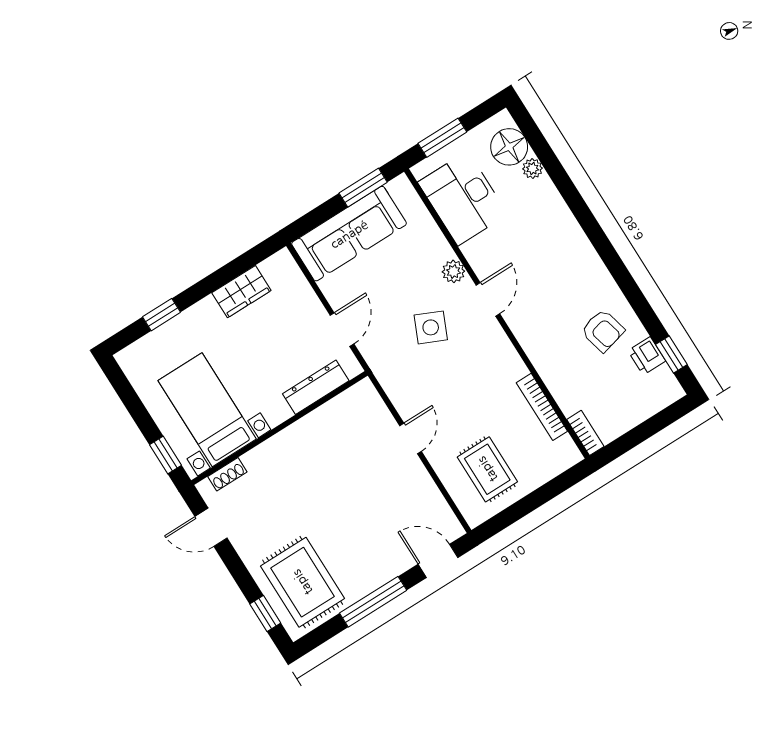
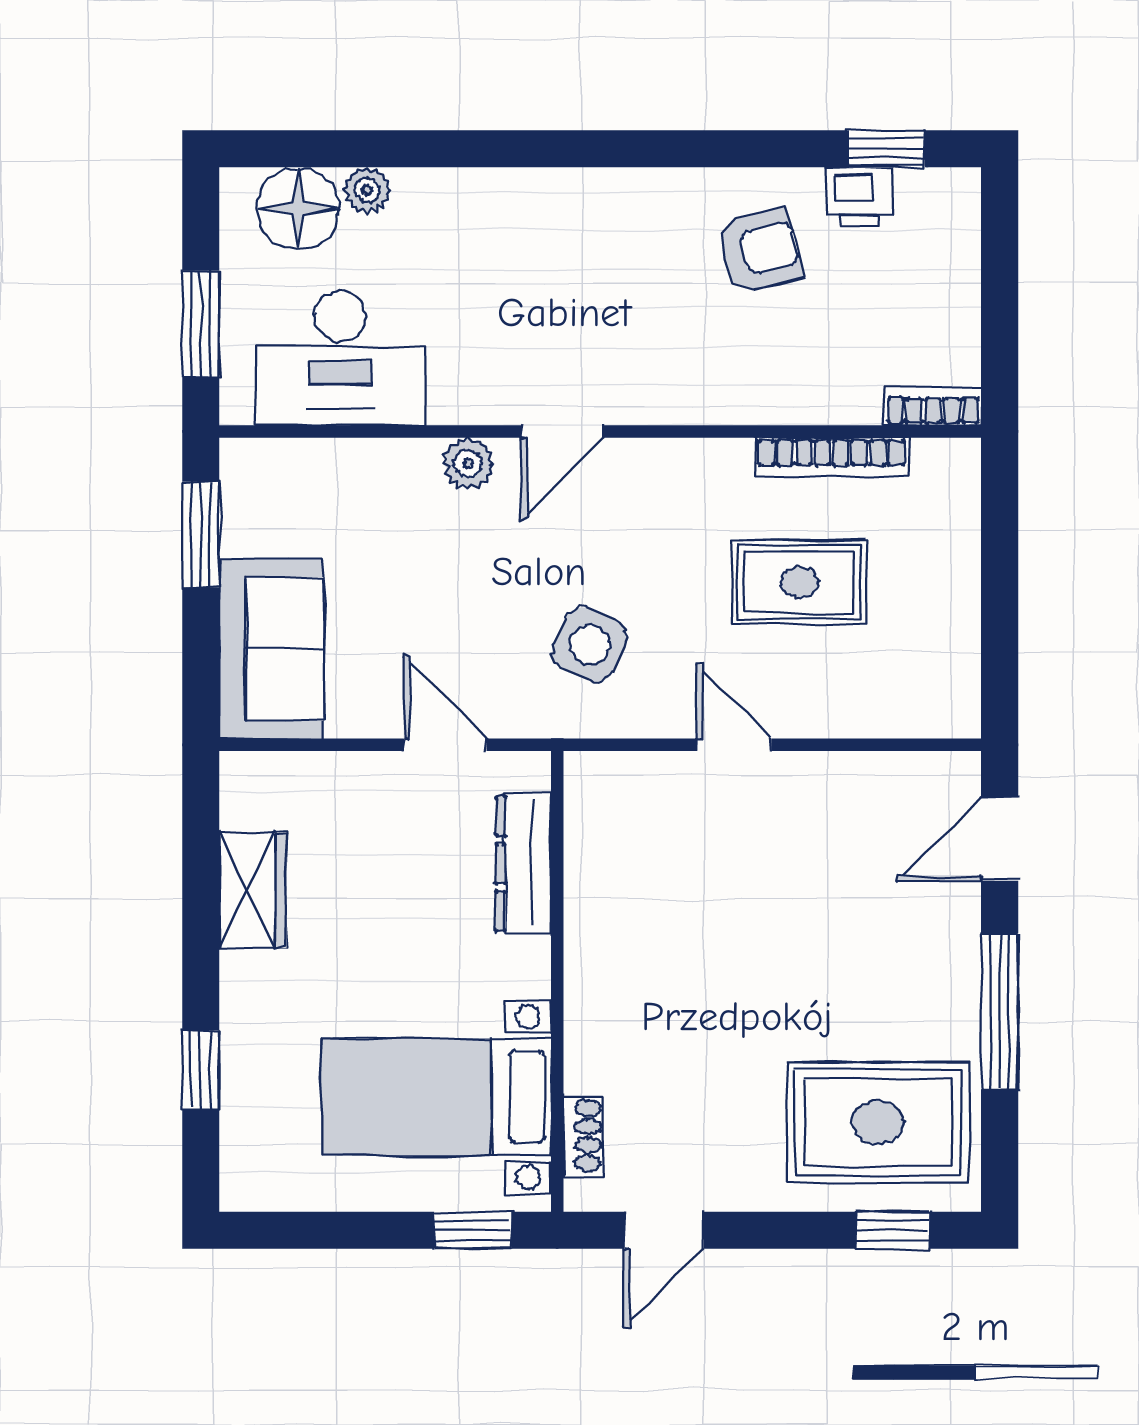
sofa: (349, 234) -> (271, 649), width x0.73
door: (488, 299) -> (563, 431), swing flipped
side table: (431, 327) -> (589, 645), moved
rug: (487, 469) -> (799, 582), moved

